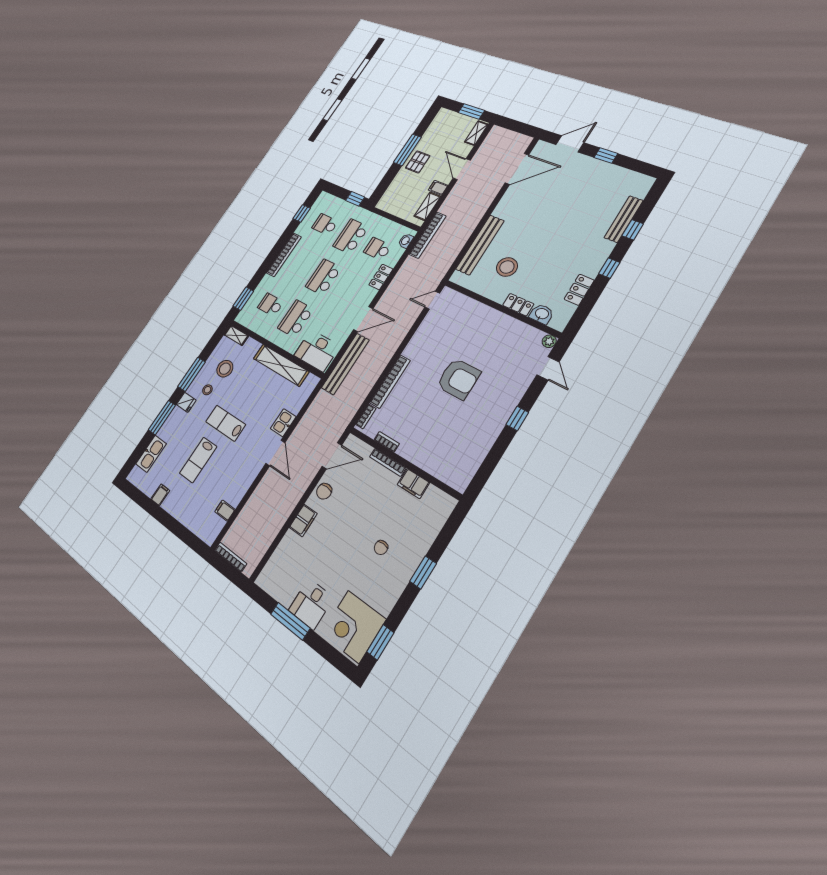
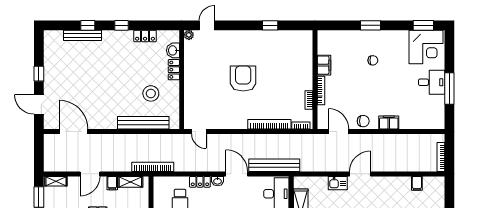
washbasin: (406, 241) -> (218, 181), moved
window: (517, 419) -> (270, 25), moved

